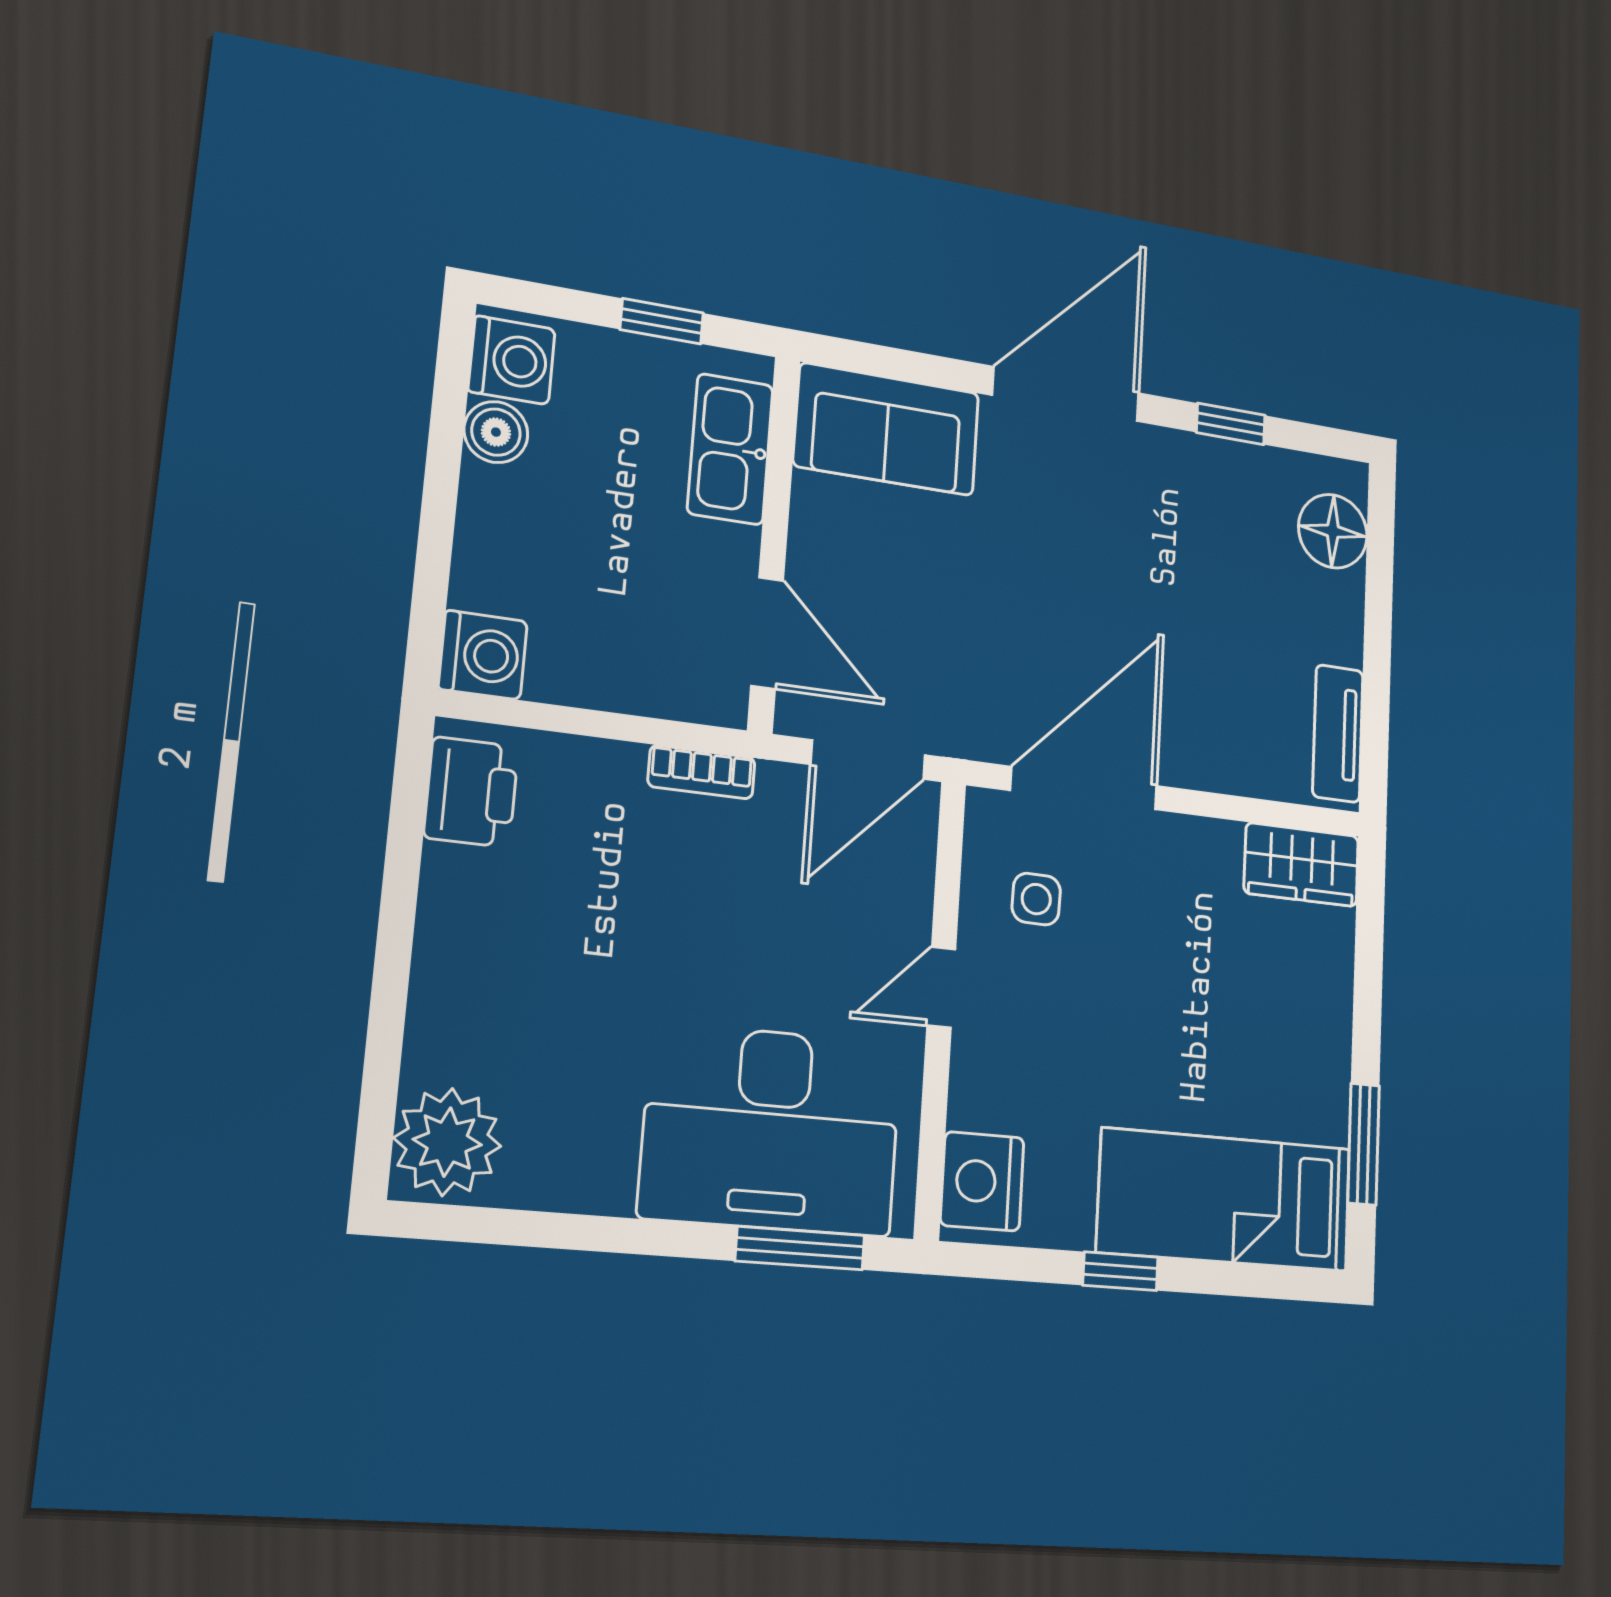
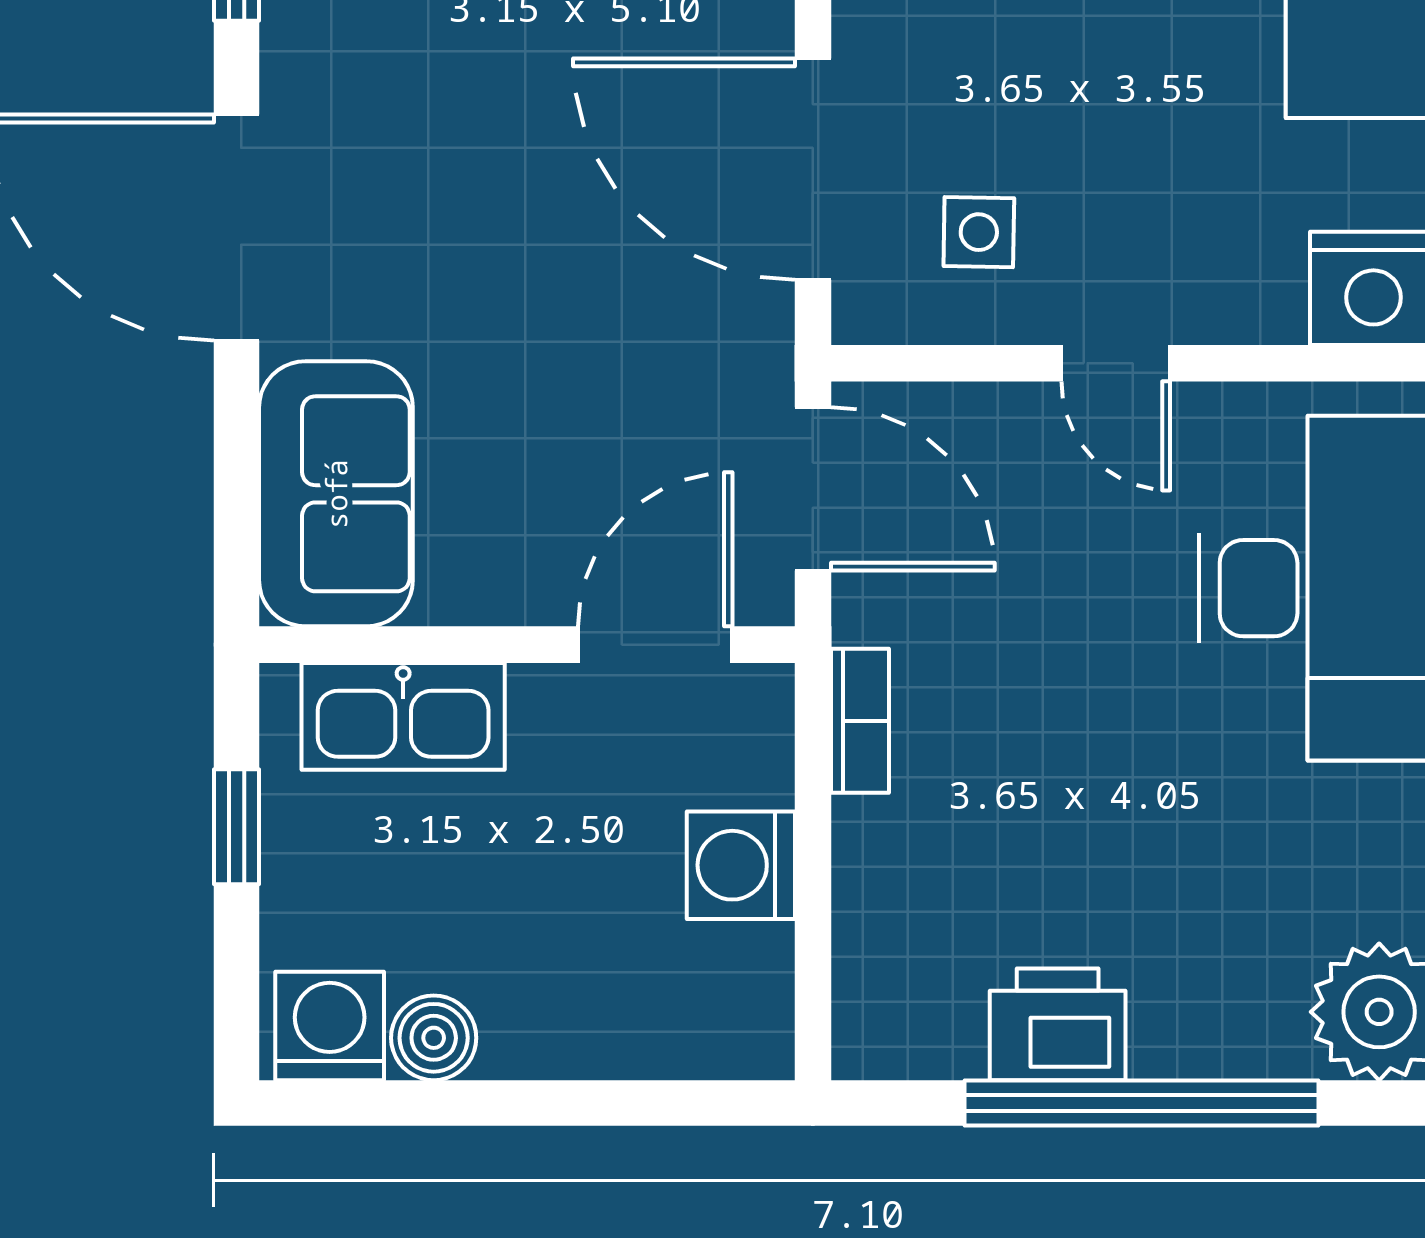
washing machine: (483, 655) -> (741, 865), moved, turned -90
printer: (471, 792) -> (1058, 1024), moved
window: (394, 950) -> (1142, 1103), added

